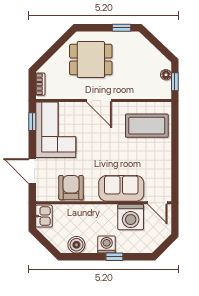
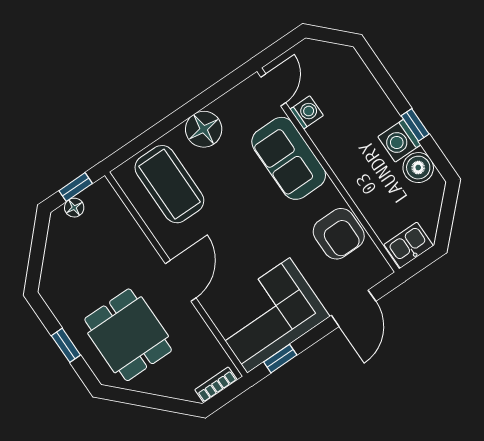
window: (121, 28) -> (66, 345), moved
floor lamp: (161, 159) -> (204, 129), added
armchair: (71, 188) -> (339, 234), turned -90
washing machine: (131, 217) -> (307, 112), width x0.53, depth x0.53
washing machine: (107, 245) -> (399, 141), moved
window: (114, 257) -> (415, 125), moved

